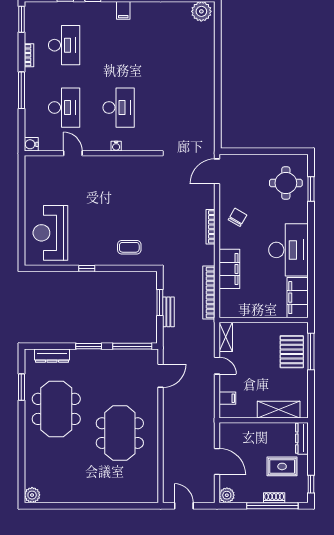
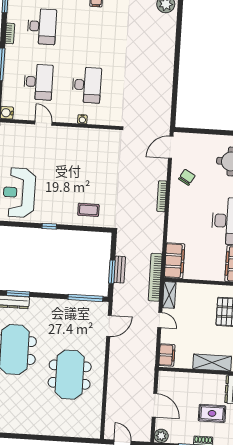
chair: (237, 217) -> (187, 177), moved
filing cabinet: (229, 269) -> (175, 261), moved
bookcase: (209, 292) -> (155, 277), moved
window: (160, 303) -> (112, 272), moved
window: (89, 346) -> (18, 294), moved
filing cabinet: (227, 398) -> (167, 355), width x2.00

